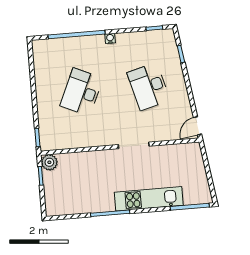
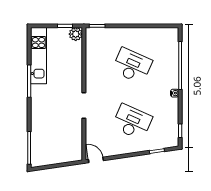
desk: (149, 86) -> (132, 122), turned 39
kitchen unit: (149, 199) -> (38, 56), moved

